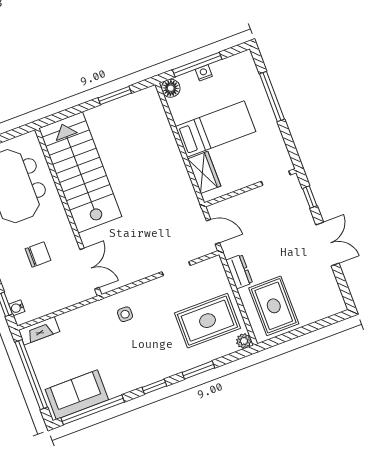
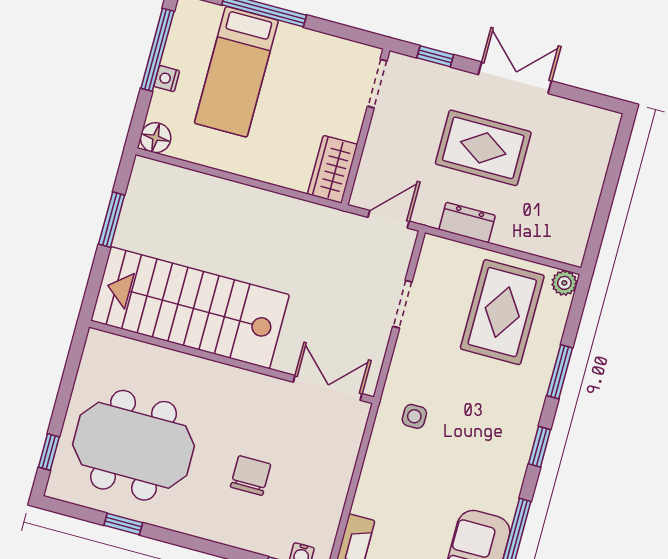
window: (197, 65) -> (157, 50), moved
bed: (216, 129) -> (236, 72), moved, turned 180
stairs: (80, 172) -> (190, 308), moved
wardrobe: (204, 172) -> (333, 169), moved, turned -90
wall: (68, 212) -> (232, 362), moved
double door: (89, 269) -> (328, 388), moved
rug: (274, 306) -> (483, 148), moved

